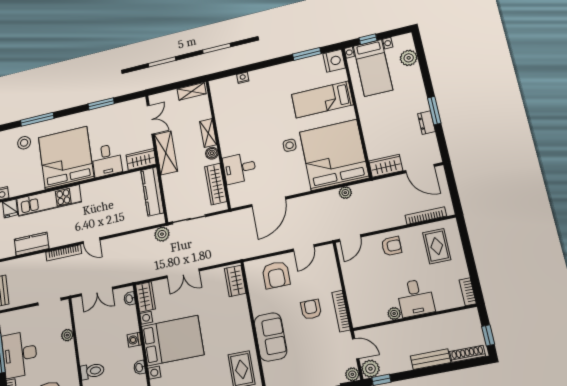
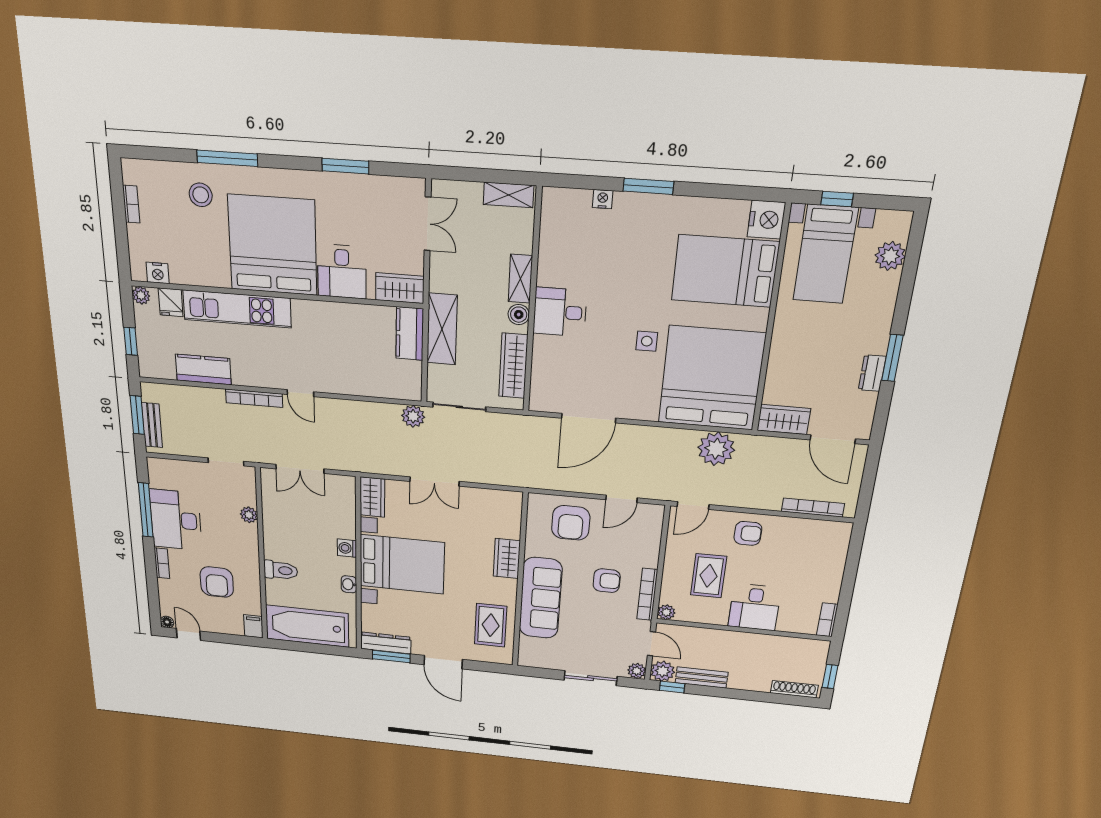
window: (307, 54) -> (648, 186), moved
bed: (322, 100) -> (725, 271), width x1.50
shelving: (166, 153) -> (442, 329), moved
desk: (239, 168) -> (560, 312), moved
kitchen counter: (152, 191) -> (410, 334), width x0.67
plant: (345, 193) -> (716, 449), width x1.88, depth x1.88
rug: (437, 246) -> (709, 576), moved
wardrobe: (235, 281) -> (507, 558), moved
washbasin: (129, 299) -> (348, 493), removed
armchair: (311, 309) -> (607, 581), turned 90
plant: (394, 314) -> (666, 612), moved
sofa: (270, 337) -> (541, 598), width x1.36
bench: (431, 359) -> (702, 677), moved

